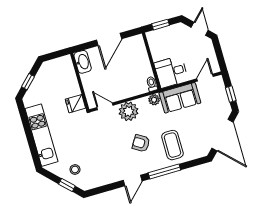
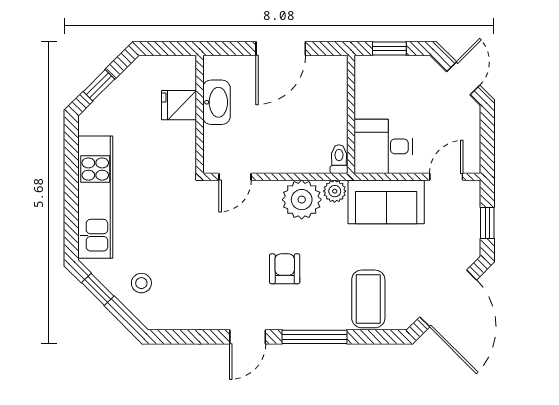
washbasin: (83, 62) -> (216, 102), moved
fridge: (75, 104) -> (179, 105), moved
door: (105, 106) -> (235, 177), swing flipped
plant: (128, 111) -> (302, 200), moved
armchair: (141, 143) -> (285, 269), turned 58
coffee table: (172, 145) -> (368, 299), moved
window: (67, 185) -> (98, 289), moved

